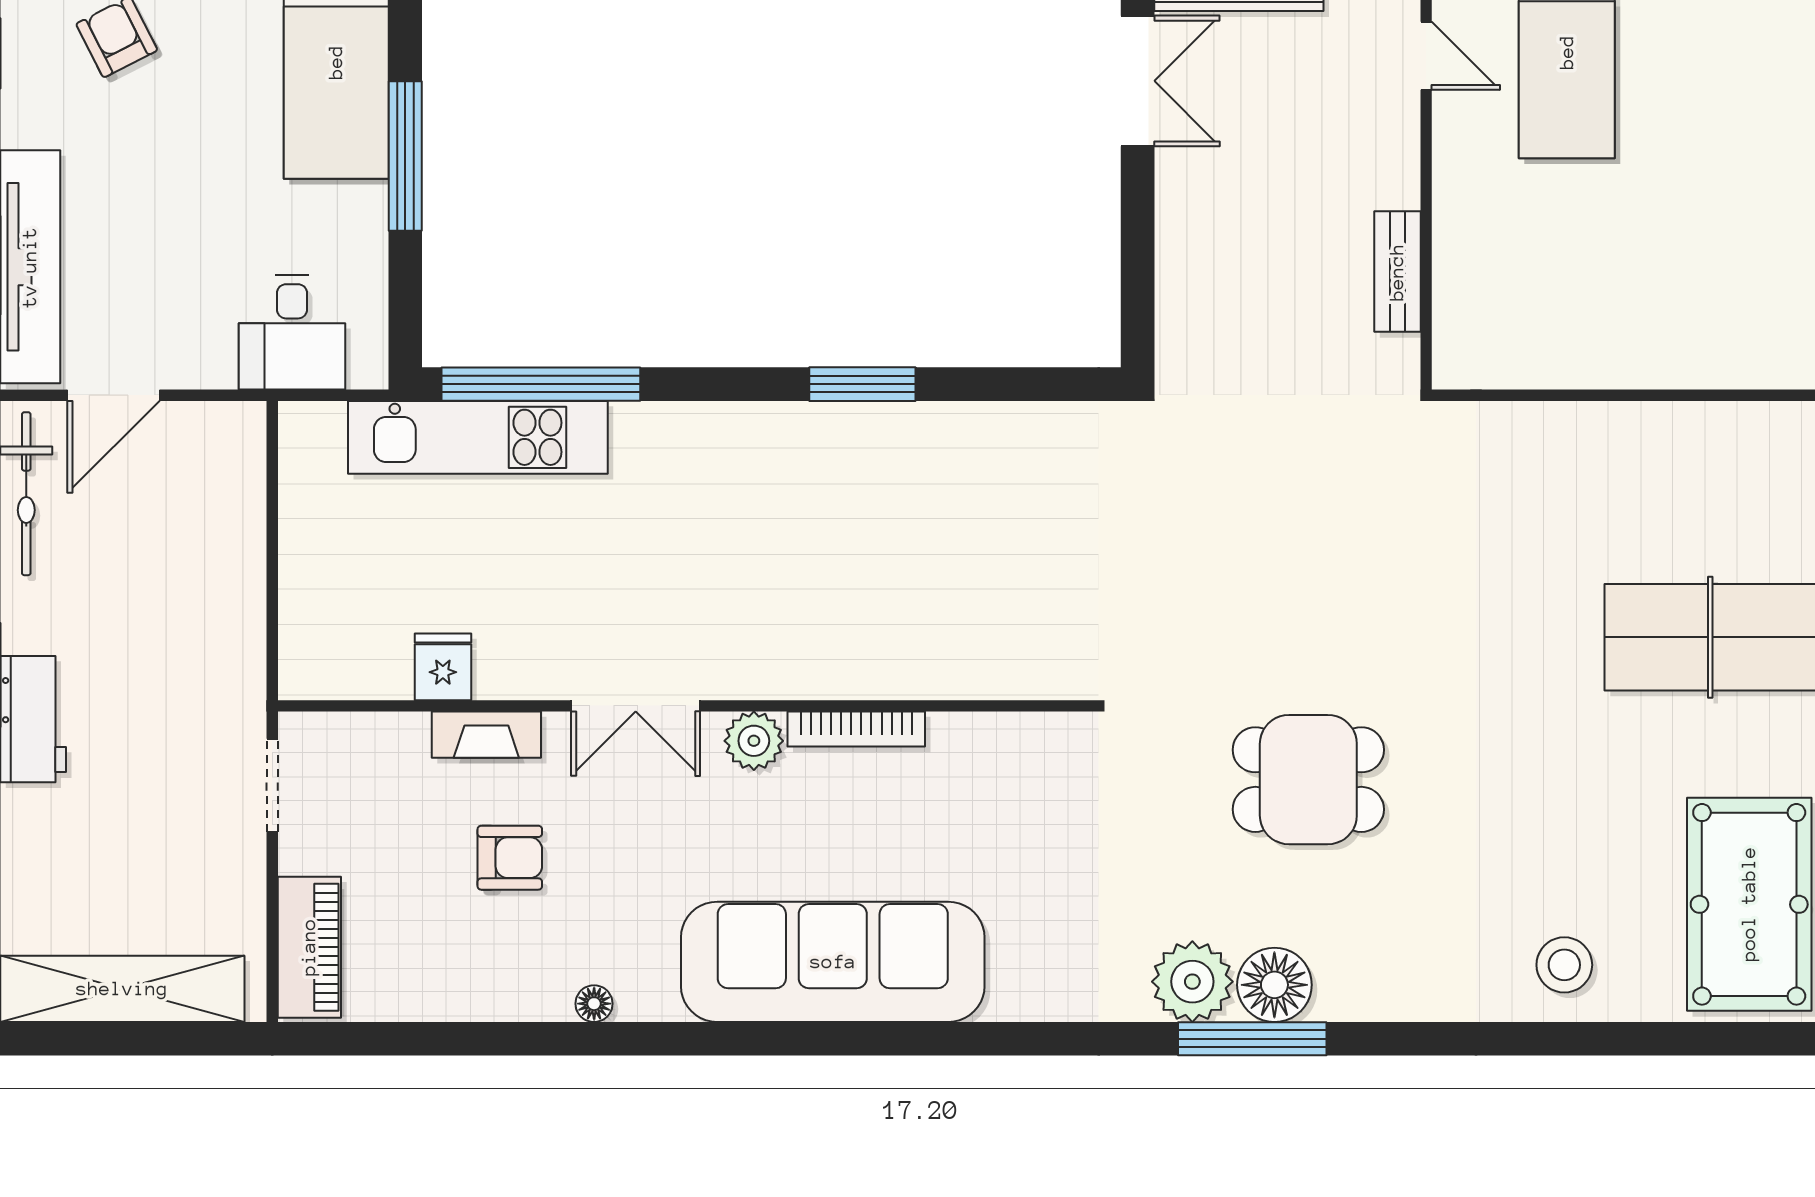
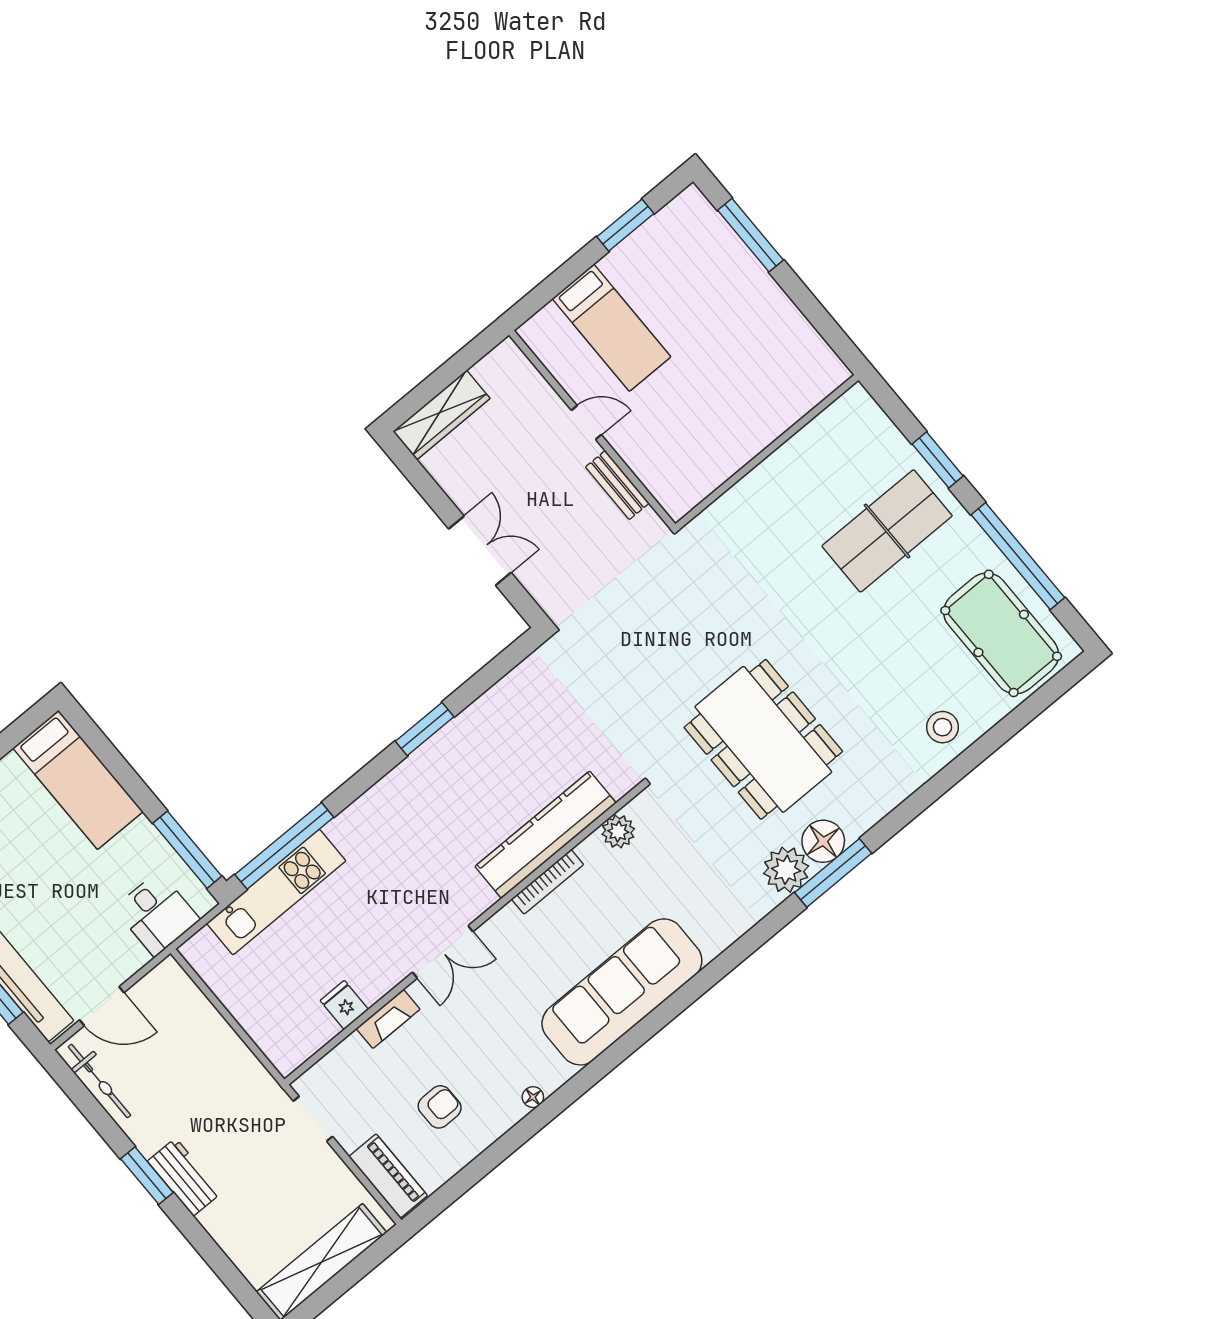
door: (1426, 56) -> (586, 422), moved
double door: (1138, 81) -> (480, 551), moved
window: (405, 156) -> (187, 850), moved
door: (114, 395) -> (102, 1006), hinge flipped
kitchen counter: (907, 663) -> (546, 835), added
plant: (754, 741) -> (618, 831), moved
dining table: (1308, 780) -> (763, 739), width x1.88, depth x1.24
armchair: (510, 858) -> (440, 1107), moved

